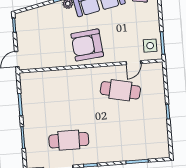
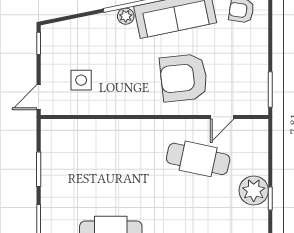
armchair: (87, 45) -> (184, 78), moved
side table: (150, 46) -> (81, 80), moved
plant: (157, 107) -> (254, 190), added

